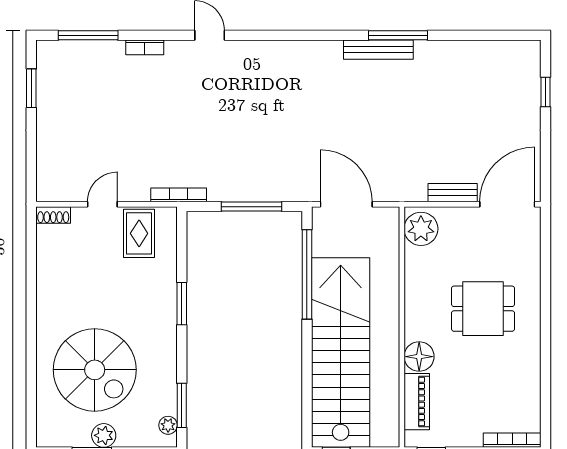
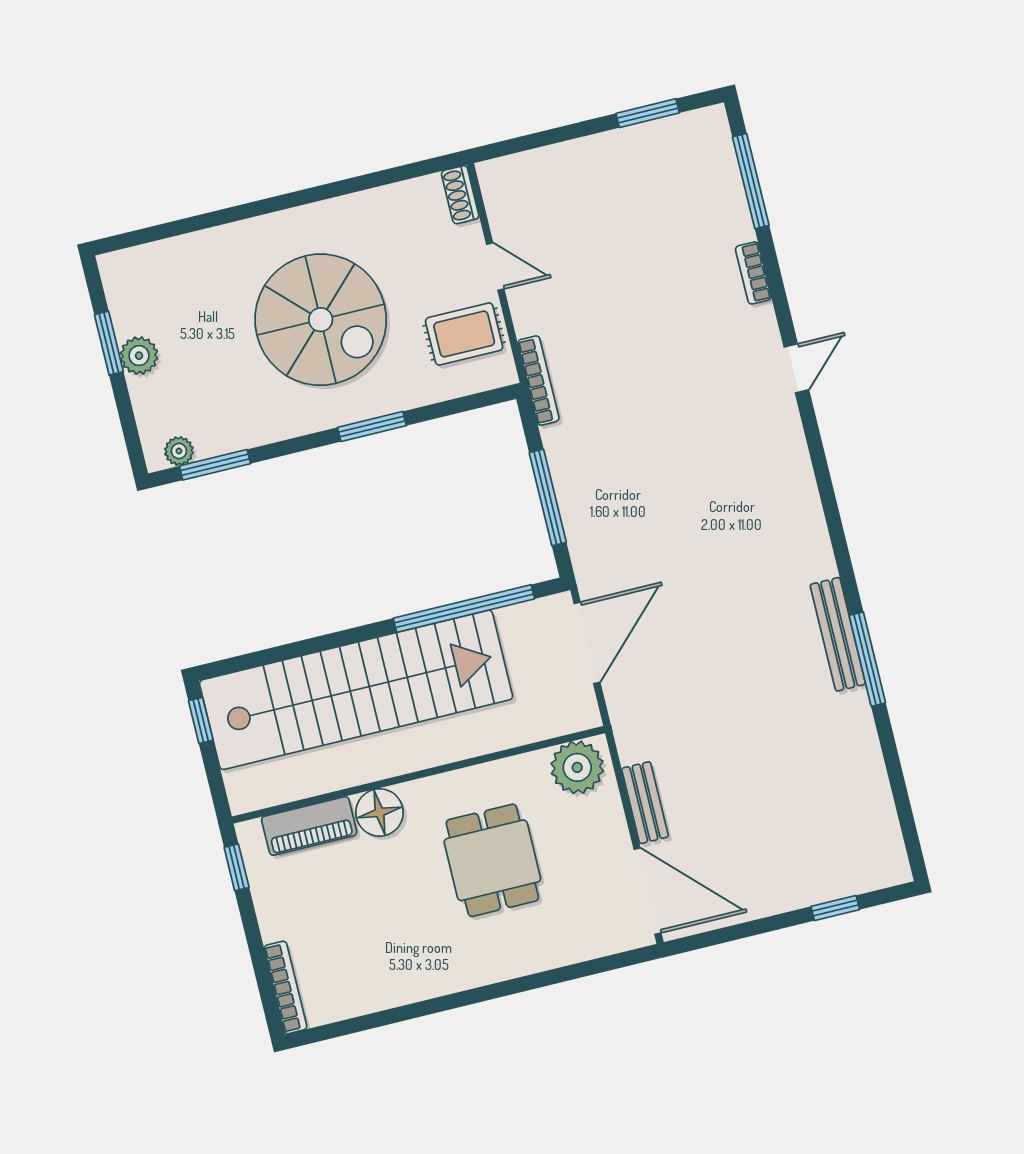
dining table: (483, 309) -> (492, 860), moved
spiral stairs: (95, 370) -> (321, 320), moved, turned -90

